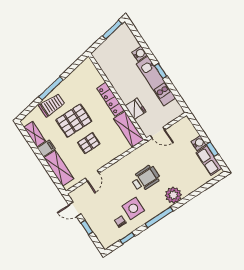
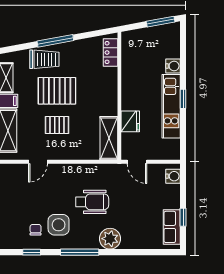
locker: (111, 99) -> (111, 53), moved, width x0.66
water cooler: (199, 143) -> (173, 176), moved

